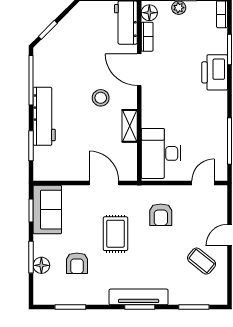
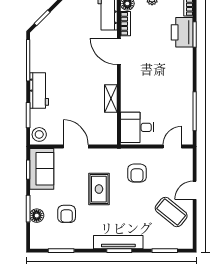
printer: (215, 72) -> (182, 32), moved
stool: (101, 98) -> (39, 134), moved
workbench: (44, 116) -> (39, 90), width x0.73
desk: (161, 153) -> (137, 127), width x0.73
door: (104, 183) -> (76, 146), moved
coffee table: (202, 261) -> (171, 212), width x1.36, depth x1.30

